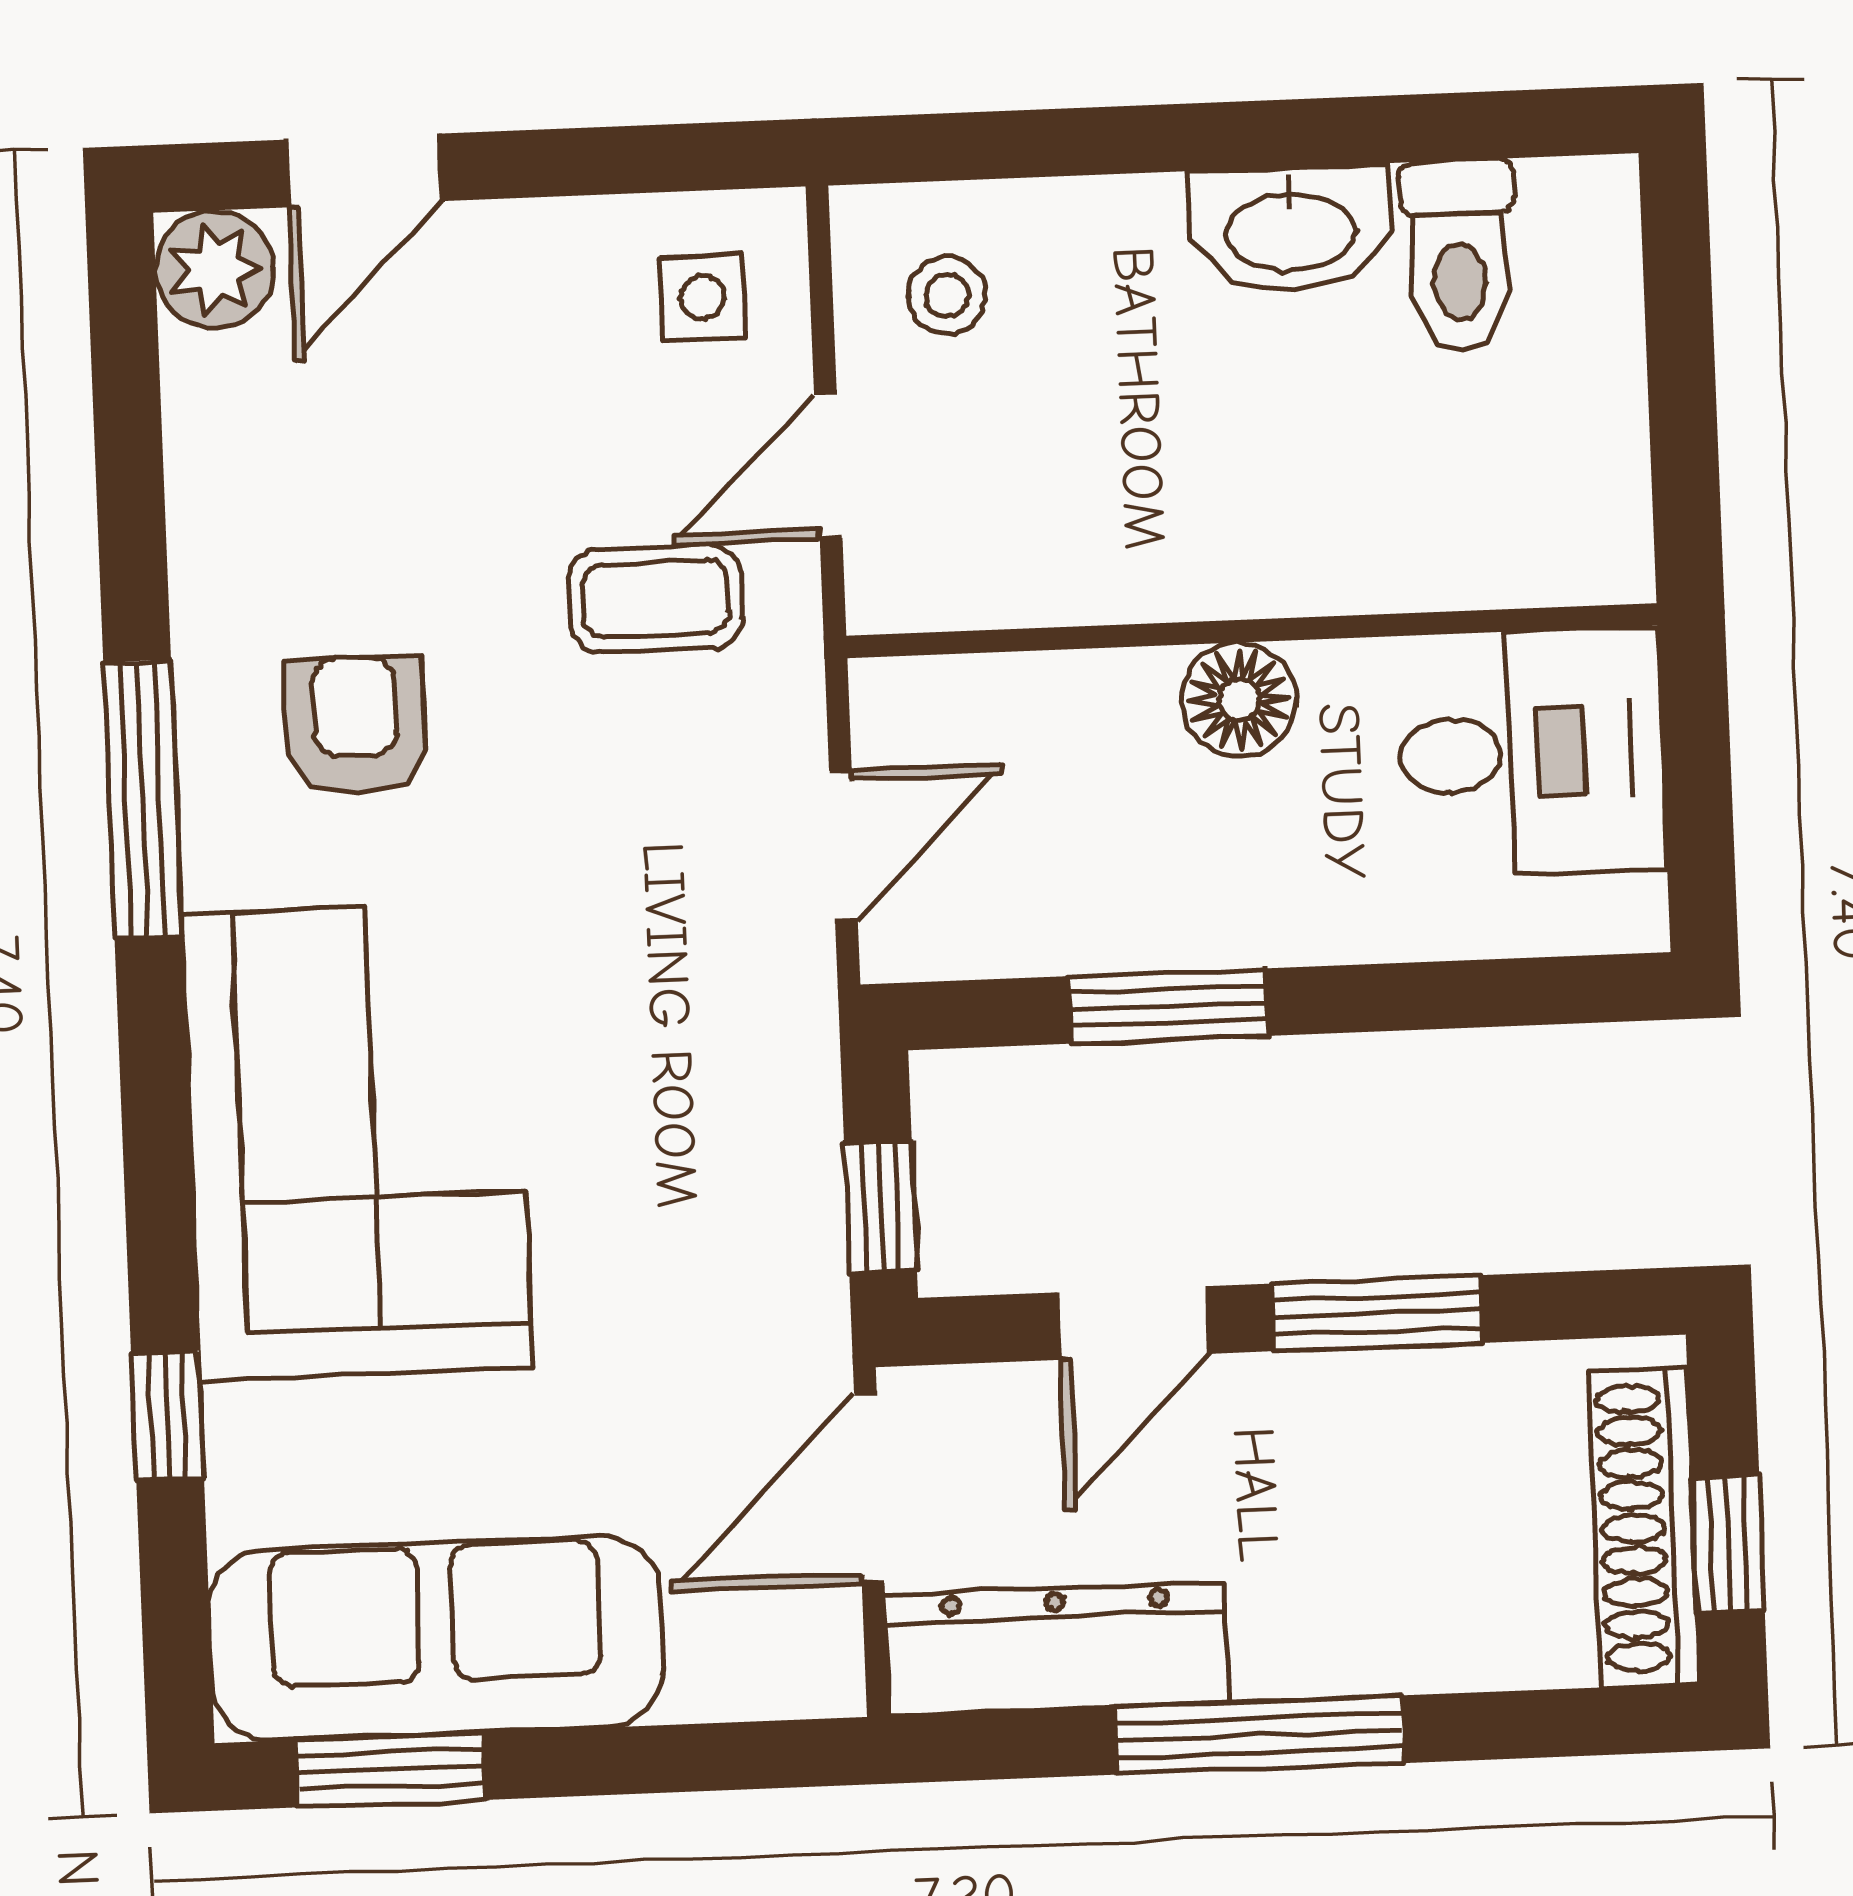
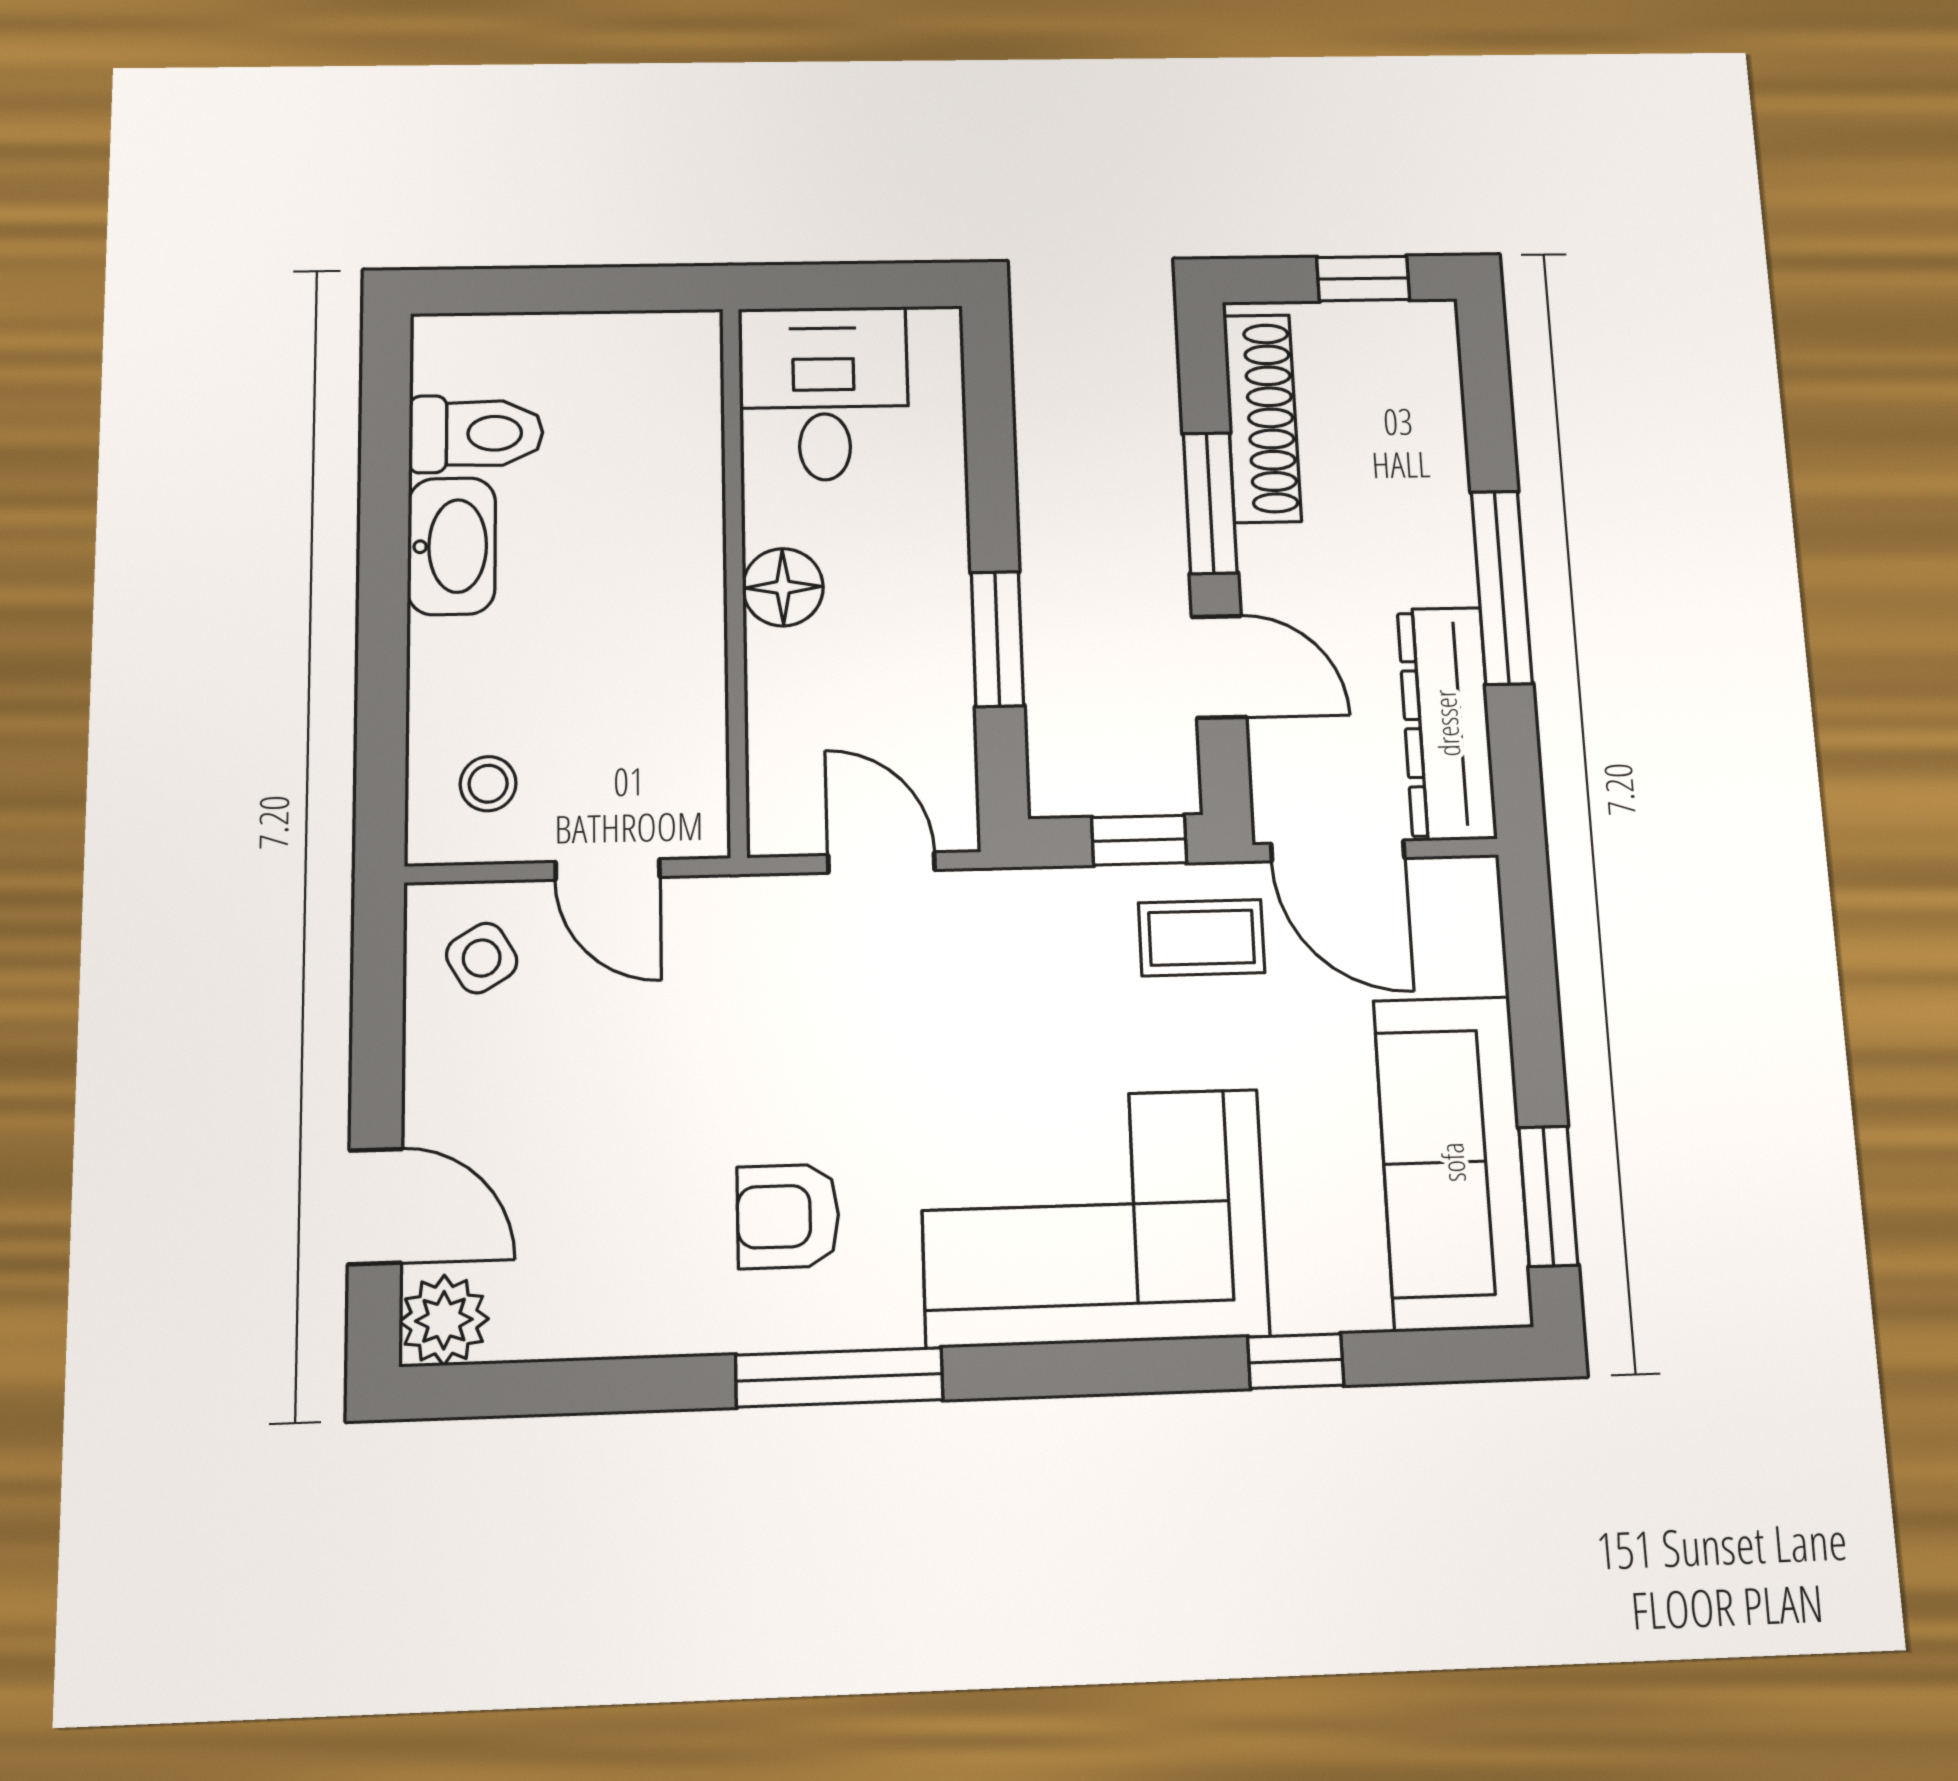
side table: (702, 298) -> (482, 958), turned -31
coffee table: (656, 599) -> (1201, 938), moved, turned 90
shoe rack: (1645, 1527) -> (1262, 418), moved, turned -90

